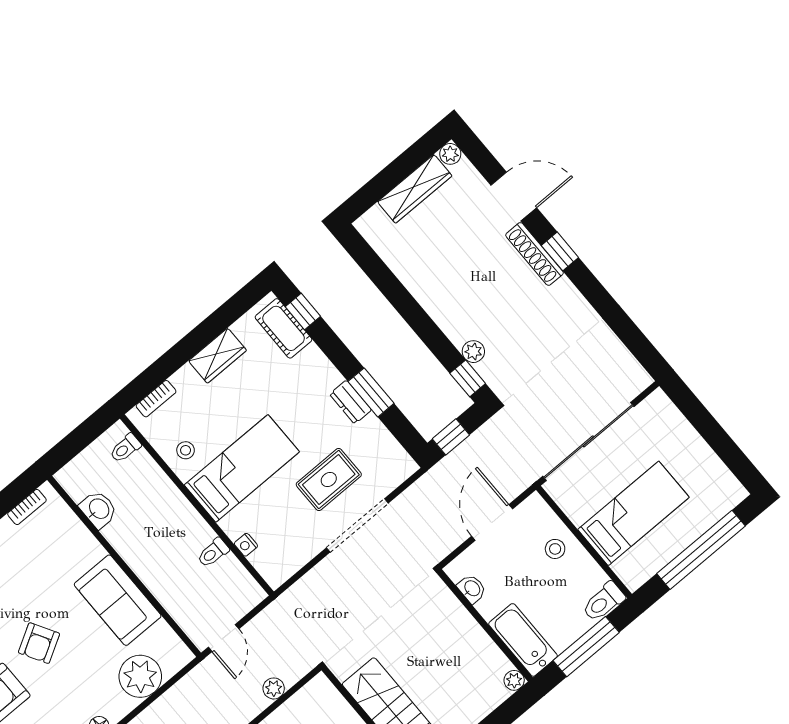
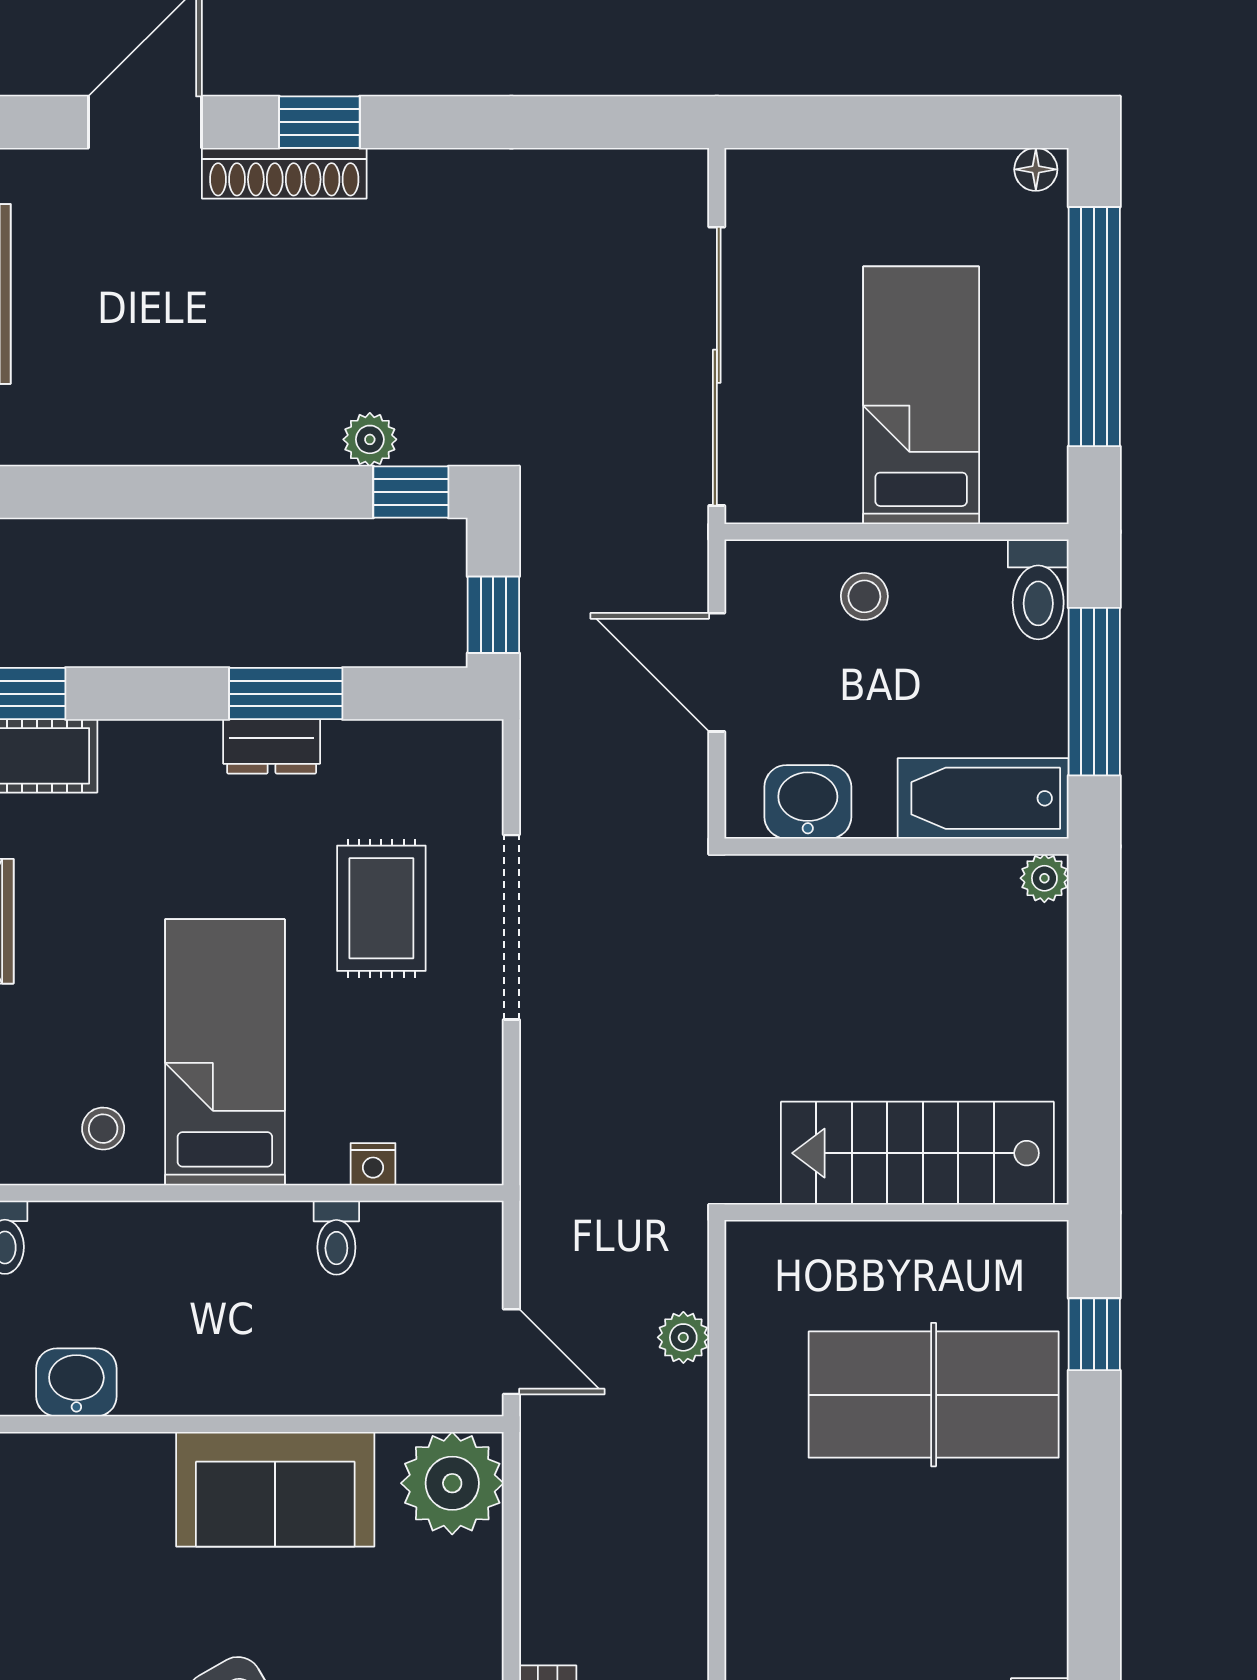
floor lamp: (735, 490) -> (1036, 169), added
washbasin: (472, 589) -> (808, 802), width x1.38, depth x1.45
plant: (140, 676) -> (452, 1483), moved

